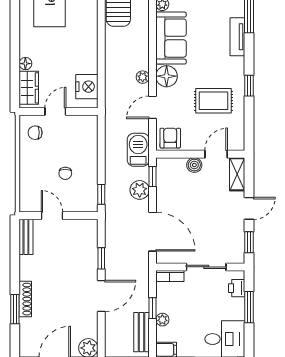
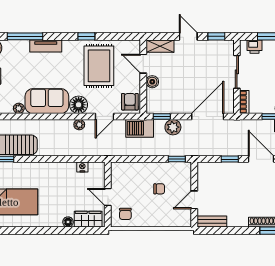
nightstand: (87, 87) -> (82, 167), width x0.53, depth x0.56
rug: (213, 101) -> (99, 66), width x1.36, depth x1.43
door: (152, 107) -> (104, 116), hinge flipped
armchair: (170, 138) -> (130, 102), turned 90

